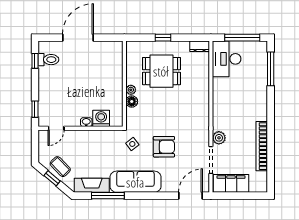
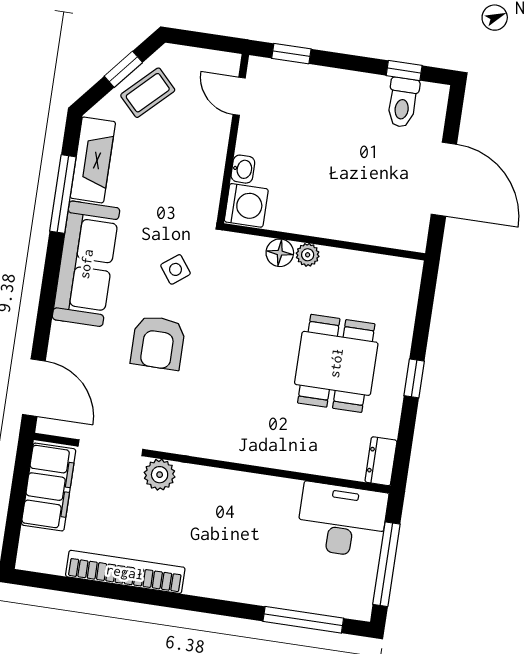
wall: (124, 84) -> (324, 242), moved
plant: (131, 90) -> (308, 255), moved
floor lamp: (132, 101) -> (280, 253), moved

